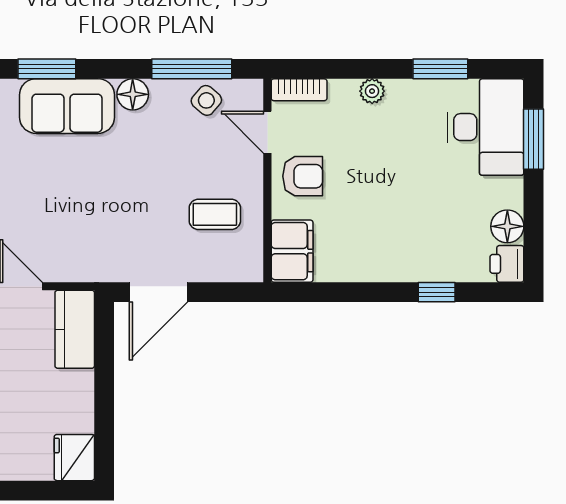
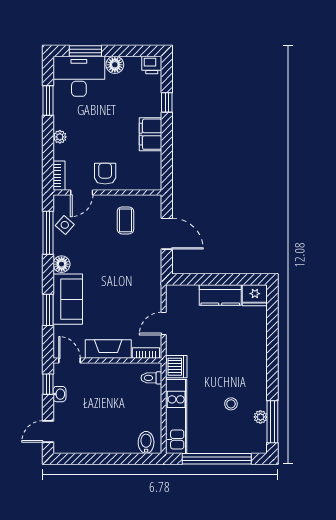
floor lamp: (507, 226) -> (115, 65), moved
filing cabinet: (292, 251) -> (150, 134), moved, turned -90
door: (159, 292) -> (167, 234), moved
kitchen counter: (75, 329) -> (220, 295), moved

